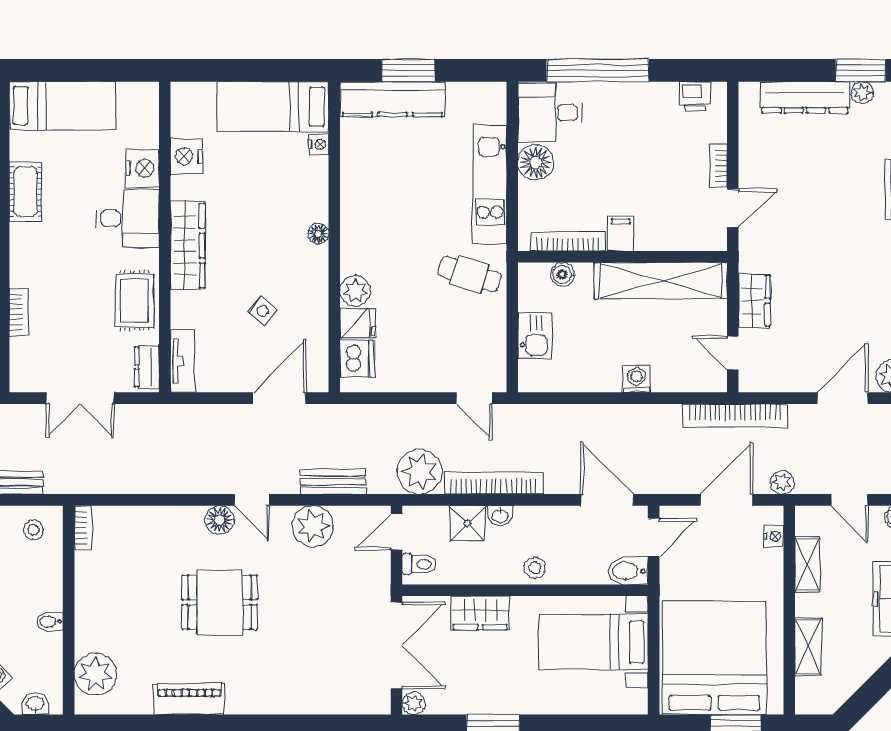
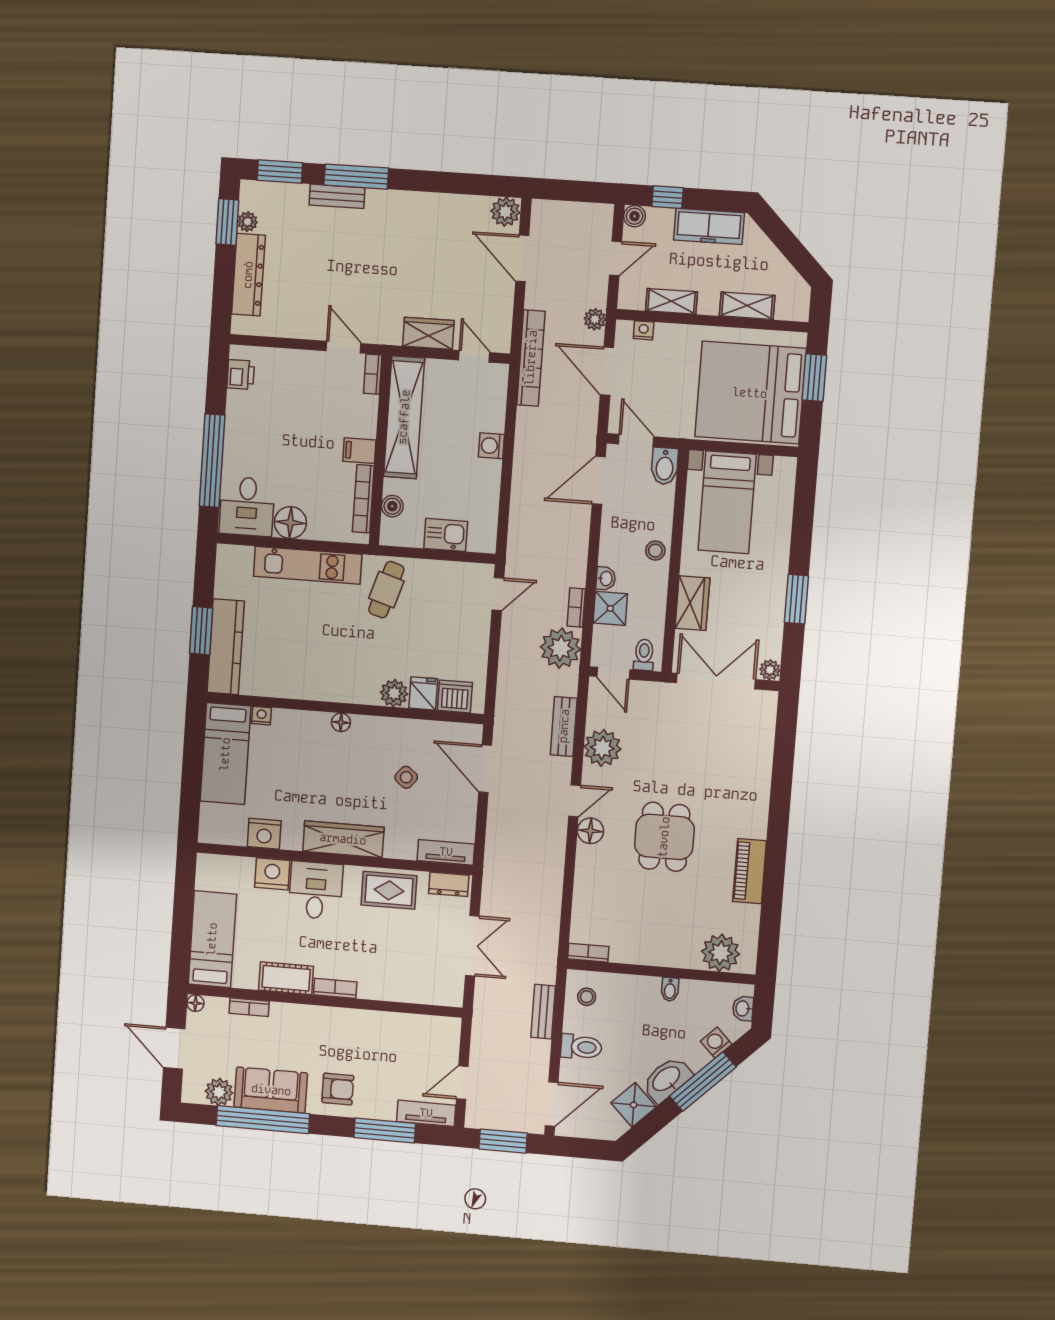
bookcase: (718, 166) -> (373, 374), moved, turned 90
bookcase: (19, 312) -> (335, 988), moved
door: (733, 353) -> (474, 356), swing flipped
bookcase: (494, 483) -> (576, 607), width x0.43, depth x0.76

